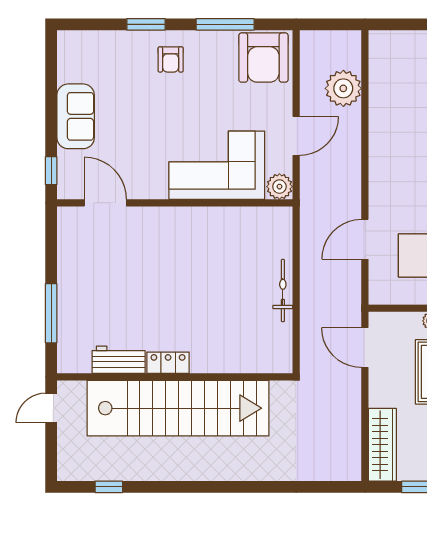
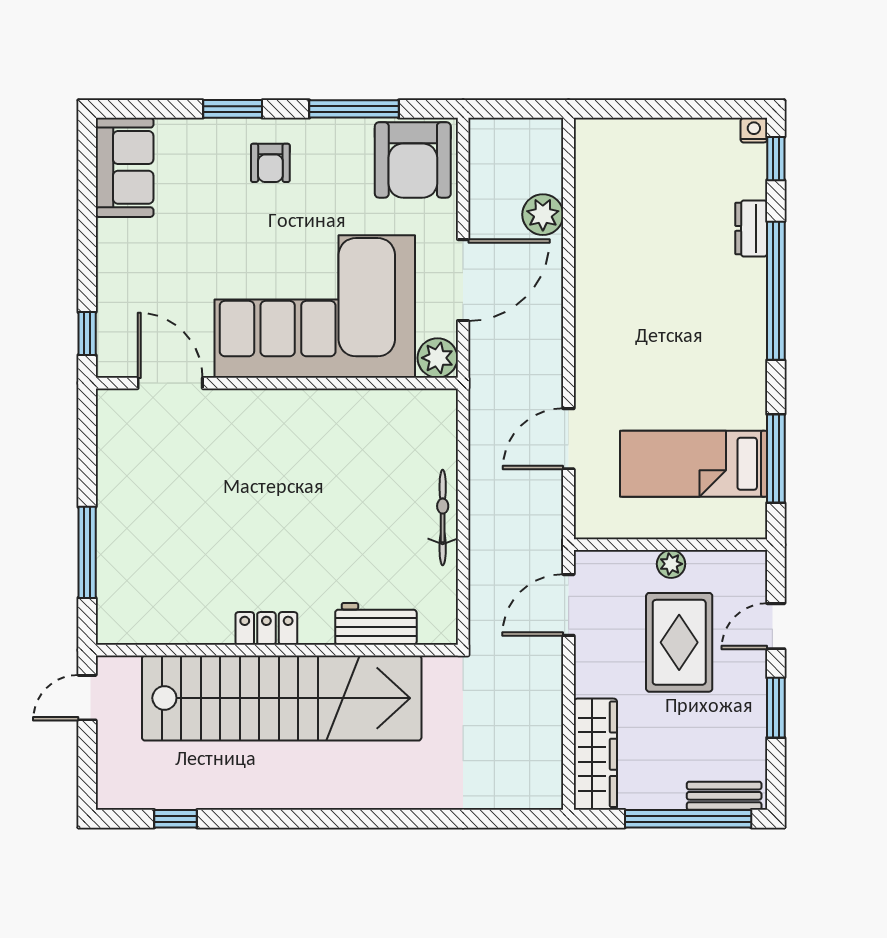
plant: (343, 88) -> (543, 215), width x0.73, depth x0.73
sofa: (76, 116) -> (125, 167), moved
door: (296, 136) -> (463, 280), width x1.36
corner sofa: (217, 165) -> (315, 306), width x1.36, depth x1.36
door: (365, 347) -> (569, 605), hinge flipped
workbench: (119, 360) -> (376, 624), moved

